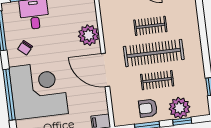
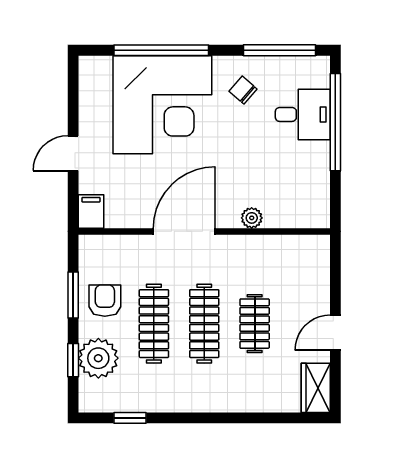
plant: (89, 35) -> (252, 218), width x0.53, depth x0.53
clothes rail: (154, 53) -> (204, 324), width x0.73, depth x0.76
clothes rail: (157, 80) -> (154, 324), width x1.36

